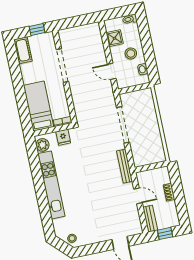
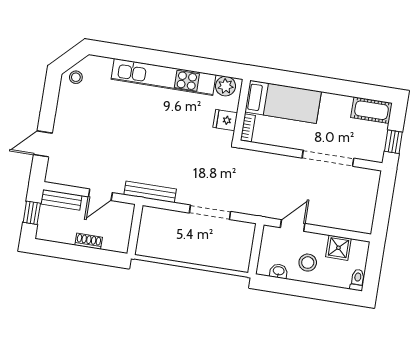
doorway: (123, 125) -> (210, 212), width x0.73

